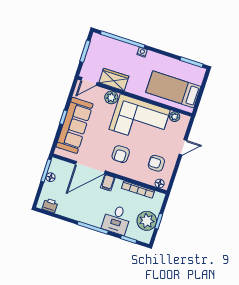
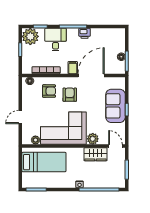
door: (89, 81) -> (115, 146), hinge flipped
sofa: (75, 125) -> (115, 106), width x0.73
armchair: (156, 163) -> (49, 91), moved
printer: (50, 206) -> (85, 33), moved
plant: (147, 221) -> (30, 36), moved

